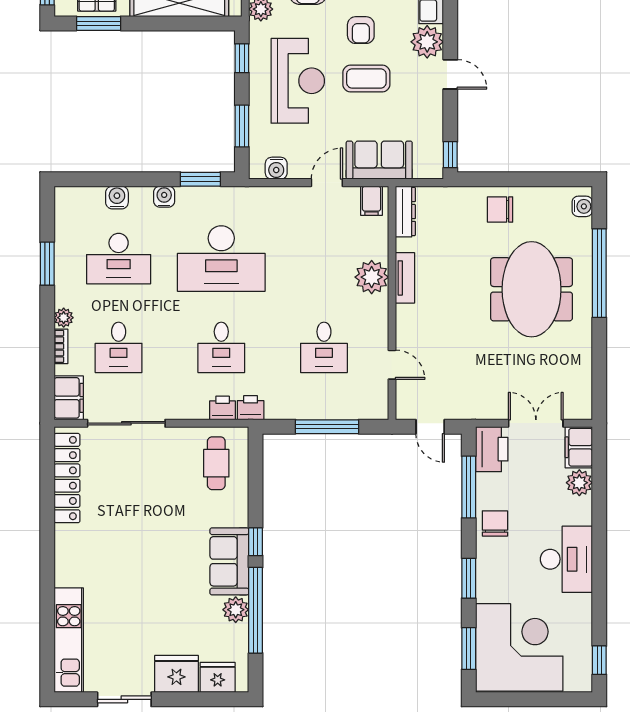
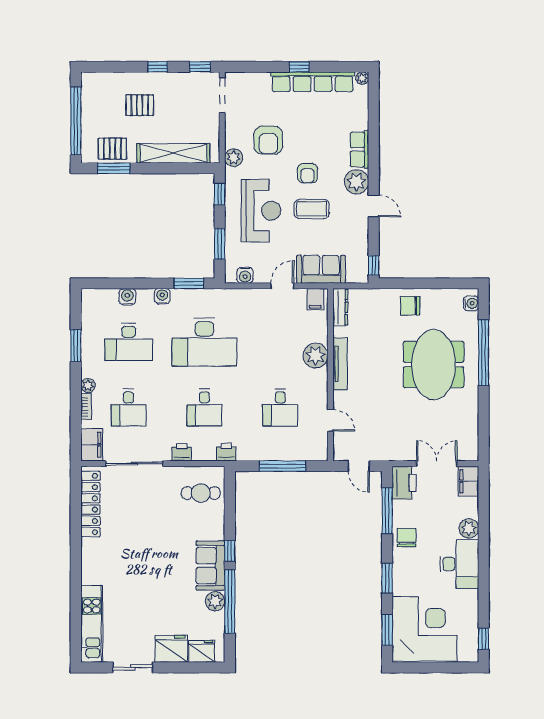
tv unit: (405, 278) -> (340, 364), width x1.41
printer: (223, 408) -> (182, 452), moved
cafe table: (216, 463) -> (201, 493), turned 90
plant: (579, 483) -> (469, 528), moved

